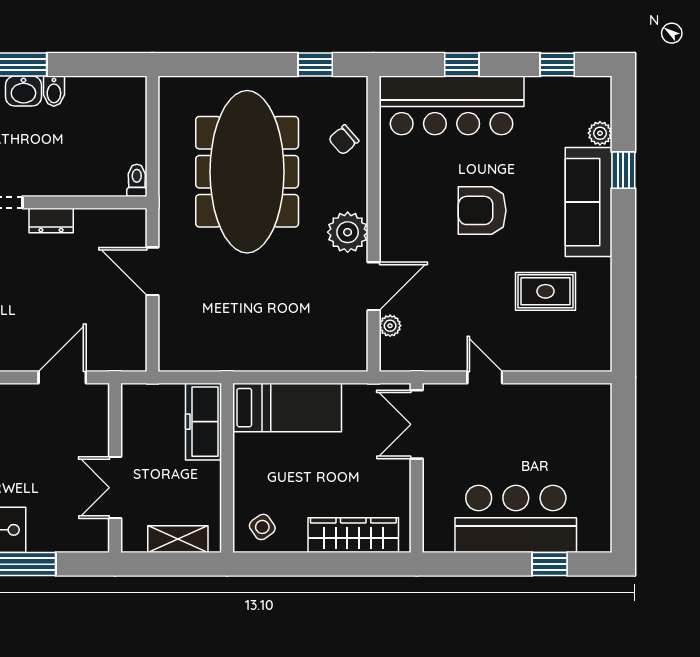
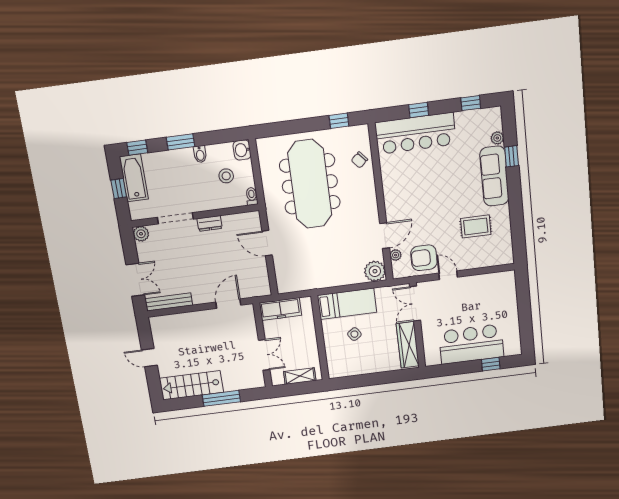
washbasin: (23, 91) -> (242, 150), moved, turned 90
stool: (95, 137) -> (226, 176), added
armchair: (482, 210) -> (424, 258), moved
plant: (348, 232) -> (375, 271), moved
freezer: (204, 422) -> (280, 309), moved, turned -90
double door: (115, 488) -> (264, 355), swing flipped
side table: (262, 527) -> (354, 334), moved
wardrobe: (353, 535) -> (408, 345), moved, turned -90

